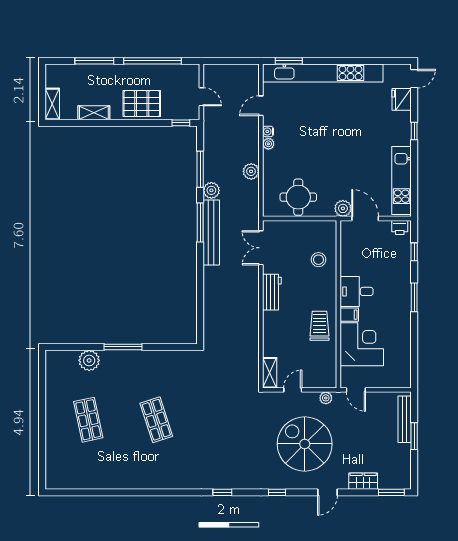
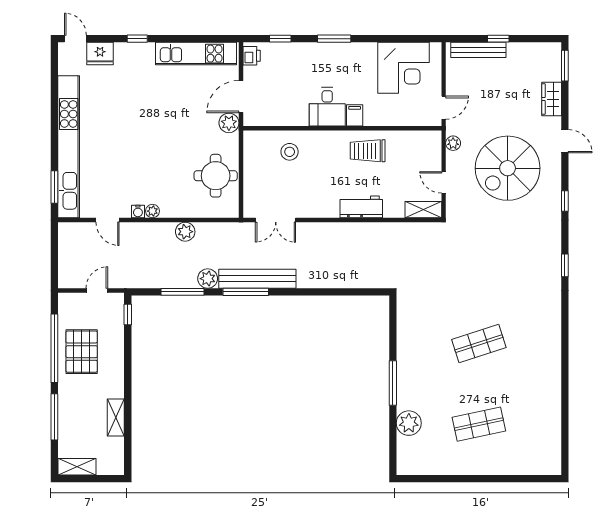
shelving: (52, 104) -> (77, 467), moved
pallet: (142, 104) -> (82, 352), moved
workbench: (272, 292) -> (361, 207), moved
corner desk: (362, 344) -> (403, 68), moved, turned 180
window: (414, 436) -> (498, 39), width x0.67

